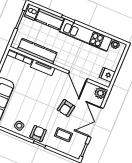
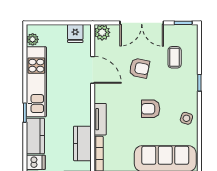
kitchen counter: (37, 51) -> (82, 143), width x0.67
door: (78, 76) -> (93, 70), hinge flipped
armchair: (38, 133) -> (151, 109), moved

